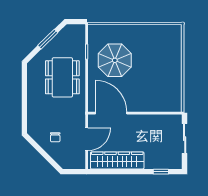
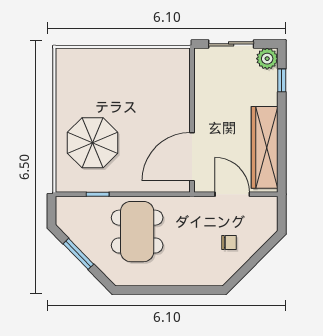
parasol: (115, 60) -> (93, 143), moved
dining table: (62, 77) -> (137, 232), turned 90
plant: (175, 162) -> (267, 59), added

